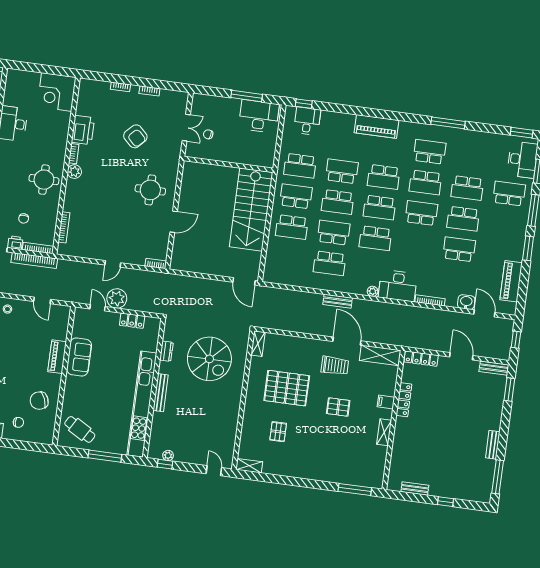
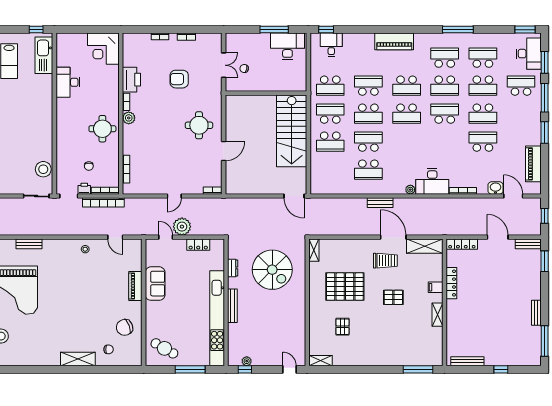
armchair: (135, 136) -> (179, 79), turned 136
school desk: (375, 238) -> (483, 58), moved, turned 180
bench: (415, 489) -> (467, 361), width x1.36

